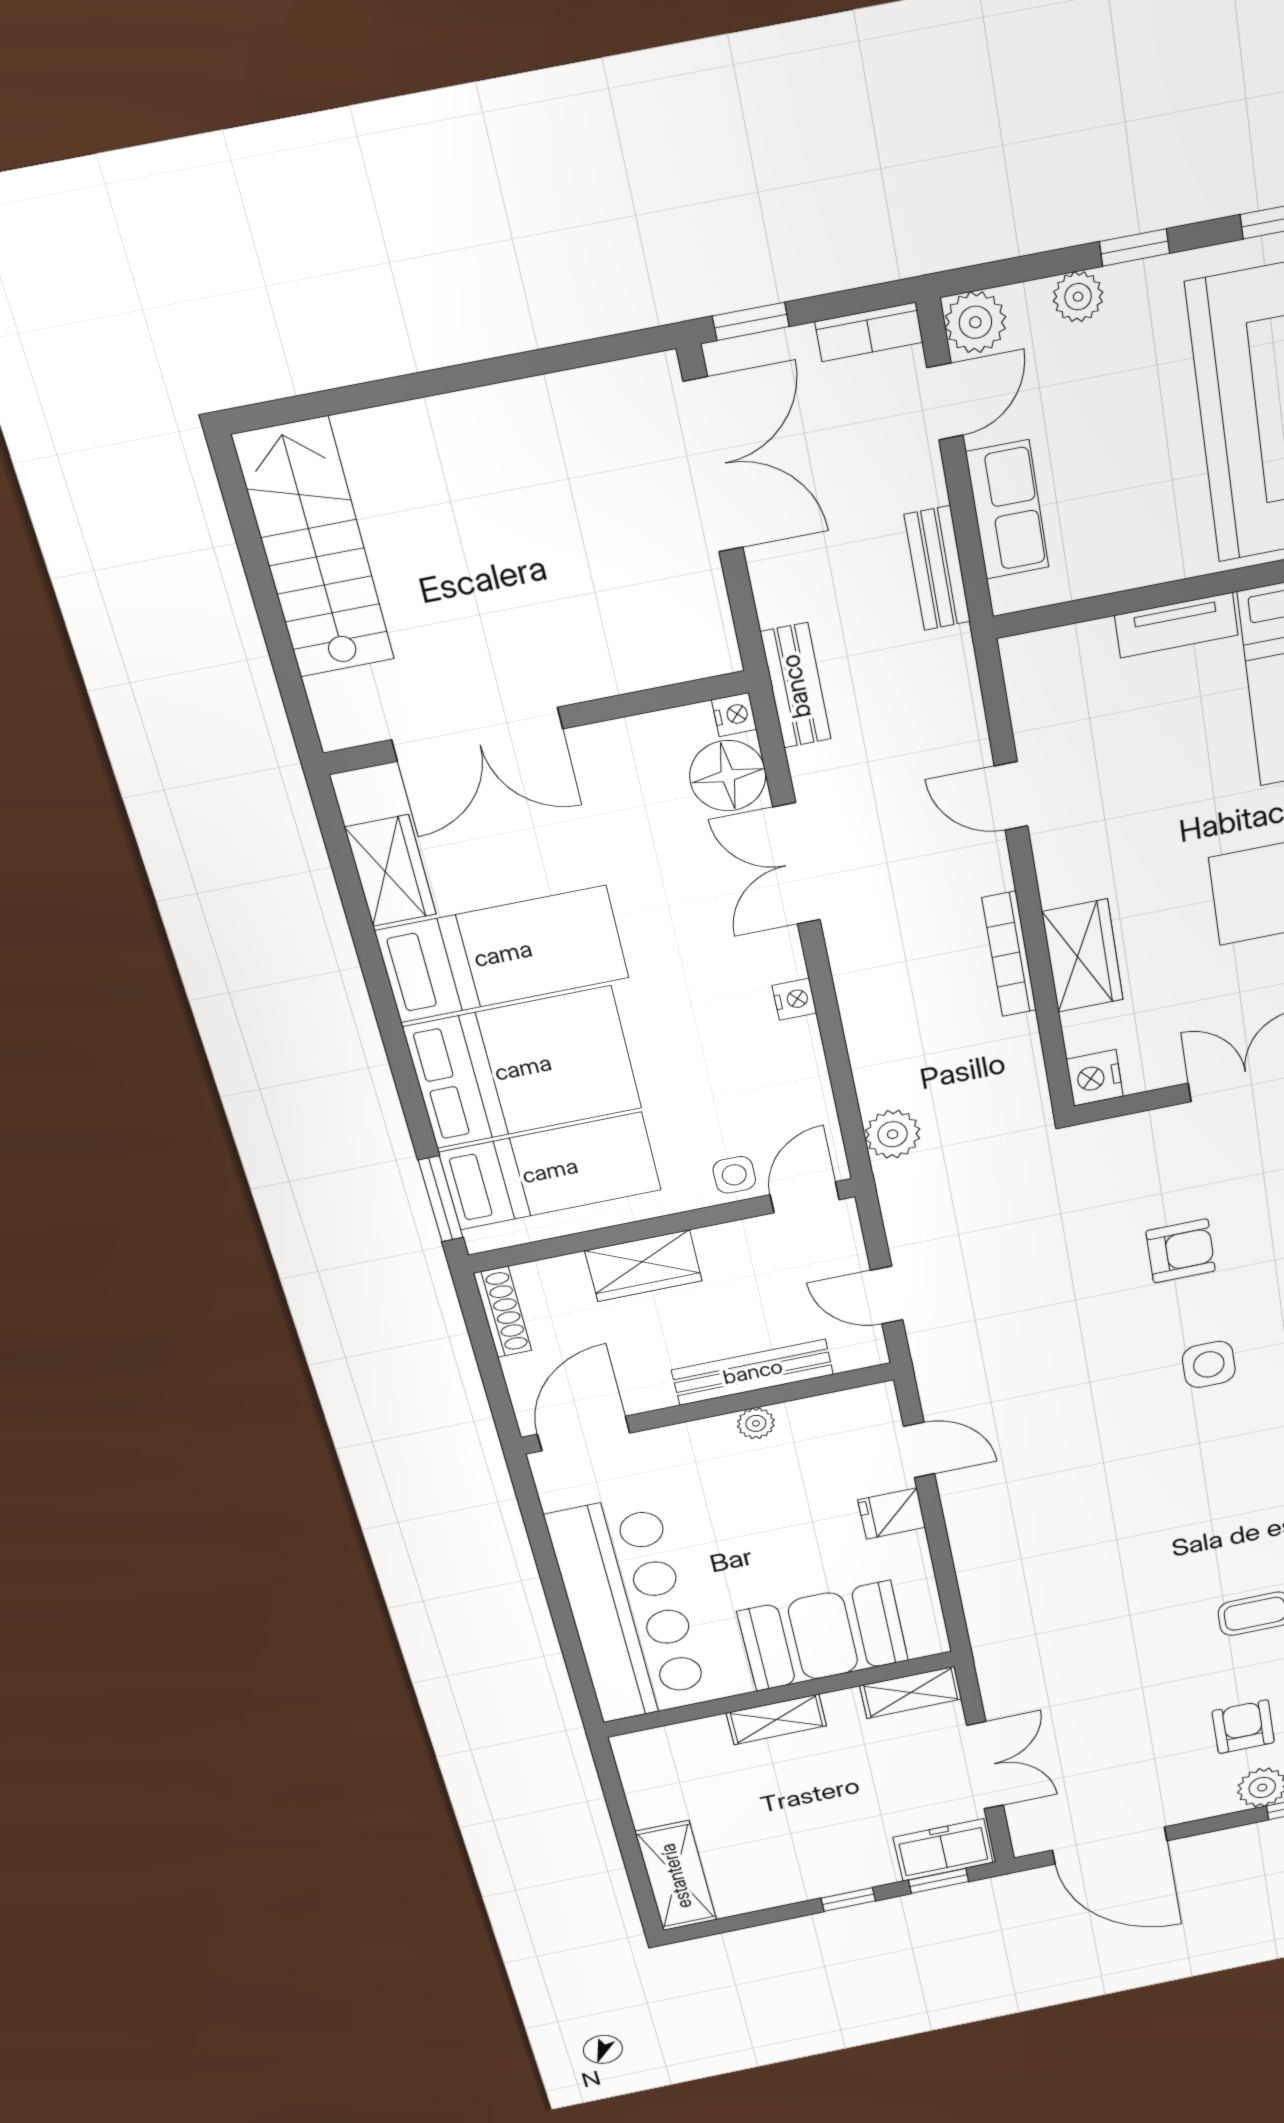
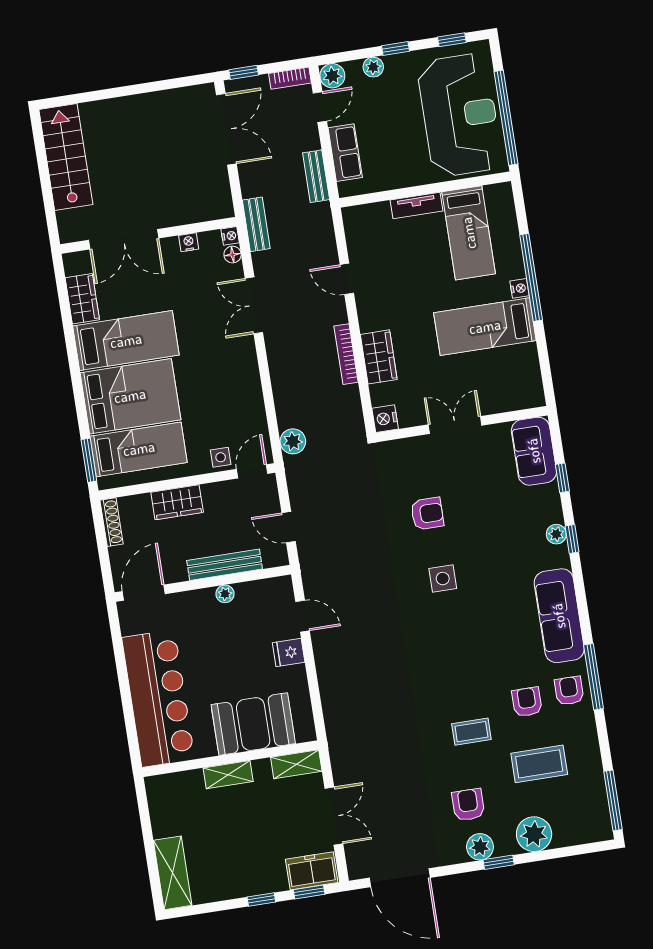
floor lamp: (728, 776) -> (233, 255), width x0.53, depth x0.53
nightstand: (794, 999) -> (189, 242), moved, turned -90

